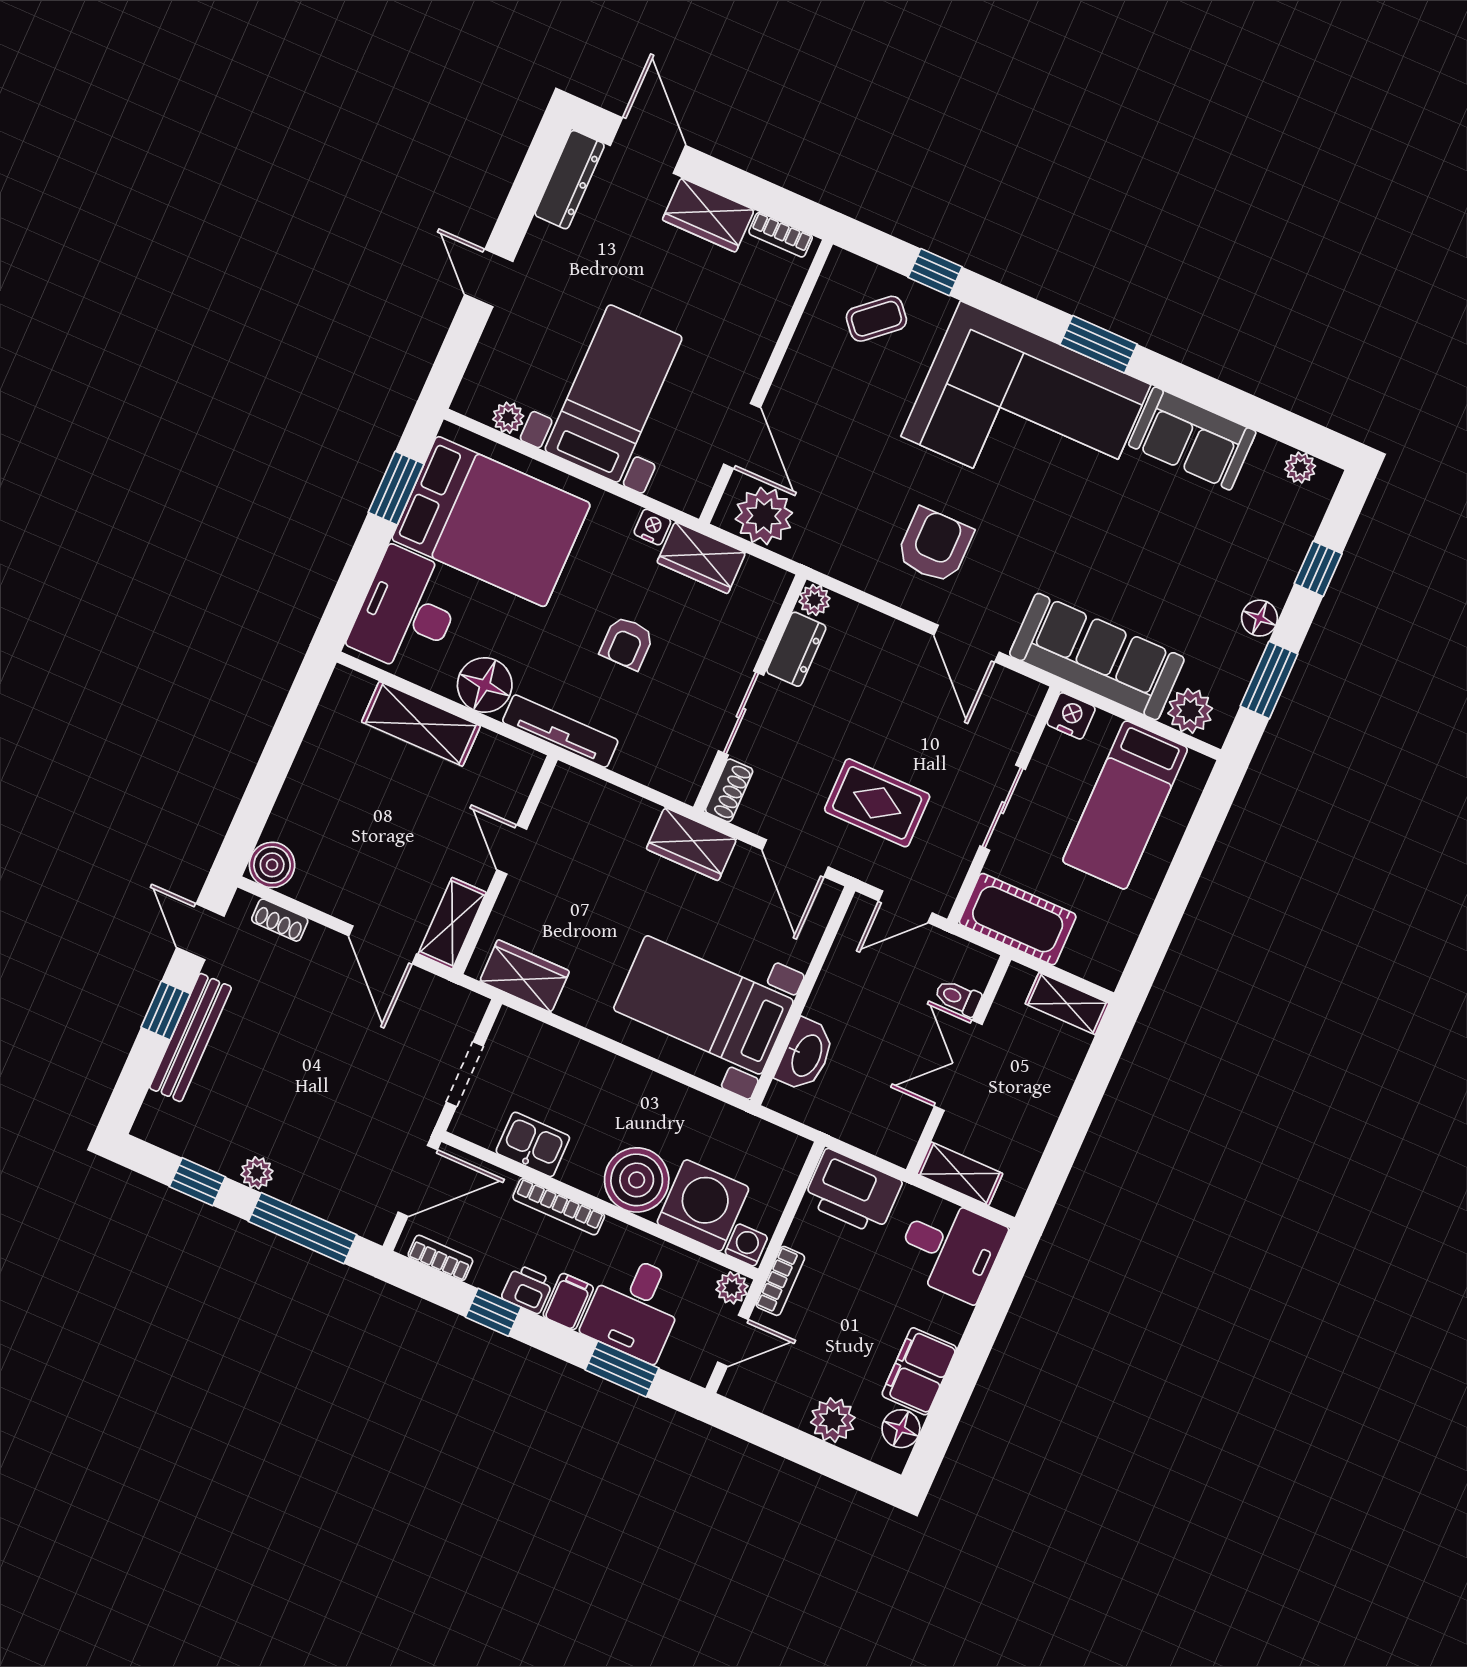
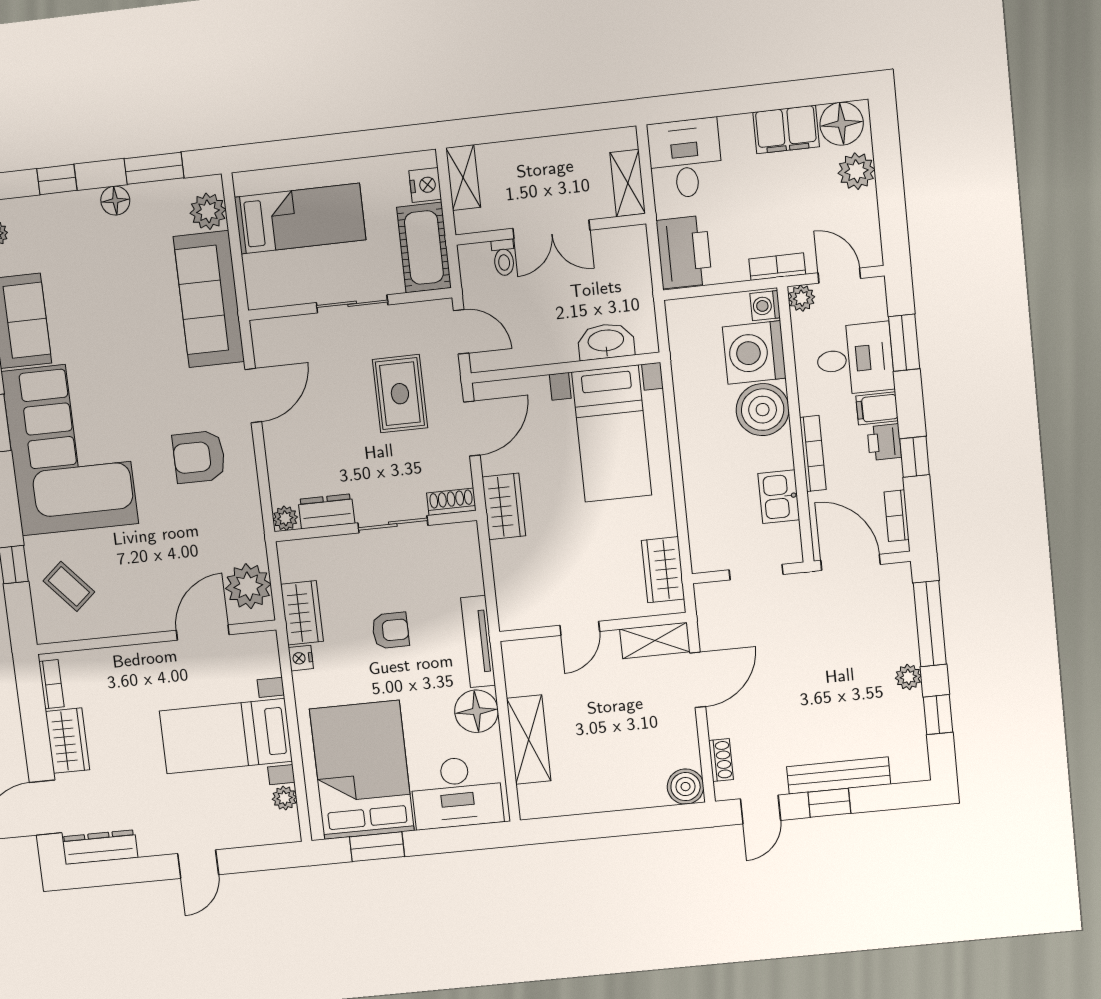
nightstand: (1071, 716) -> (425, 185), moved, turned 180
floor lamp: (901, 1429) -> (842, 124), width x1.38, depth x1.38

